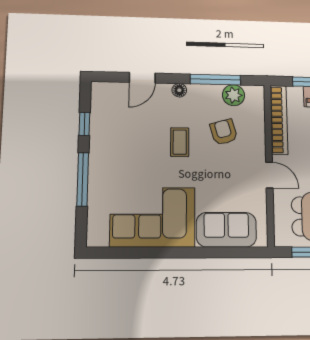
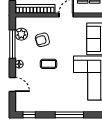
window: (84, 124) -> (29, 115), moved

